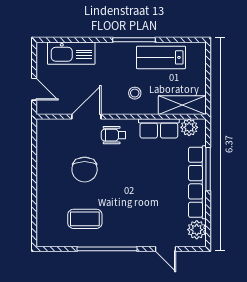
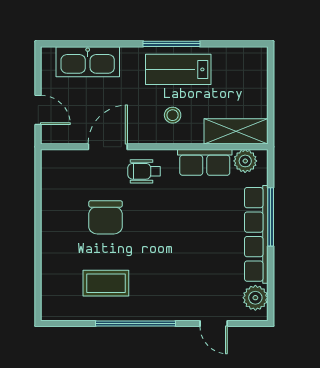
lab bench: (161, 57) -> (178, 69), moved

